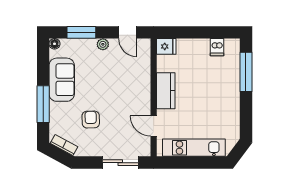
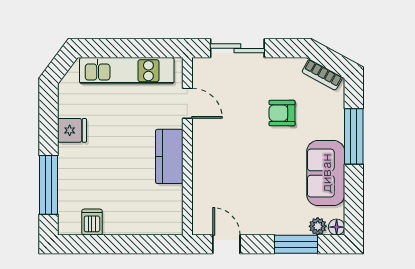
plant: (103, 44) -> (318, 226), moved
fridge: (166, 46) -> (72, 130), moved, turned 180
armchair: (91, 120) -> (282, 113), turned 92

